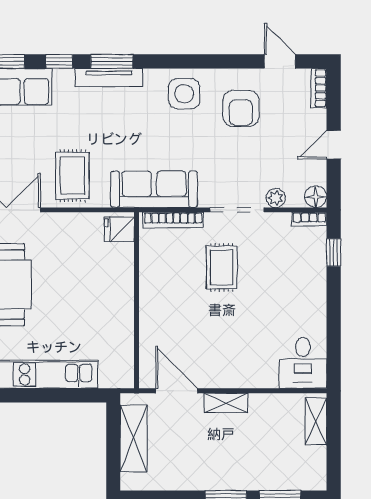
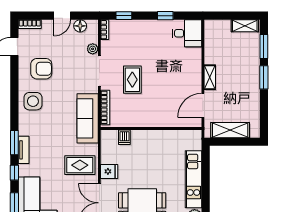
tv unit: (109, 78) -> (24, 150), width x0.71
door: (334, 145) -> (62, 16), hinge flipped
floor lamp: (316, 197) -> (80, 26), moved
fridge: (119, 229) -> (109, 171), moved, turned -90
dishwasher: (121, 254) -> (124, 137), added
rug: (222, 267) -> (132, 80), turned 90
window: (334, 325) -> (165, 16), added
shelving: (316, 421) -> (245, 26), moved

